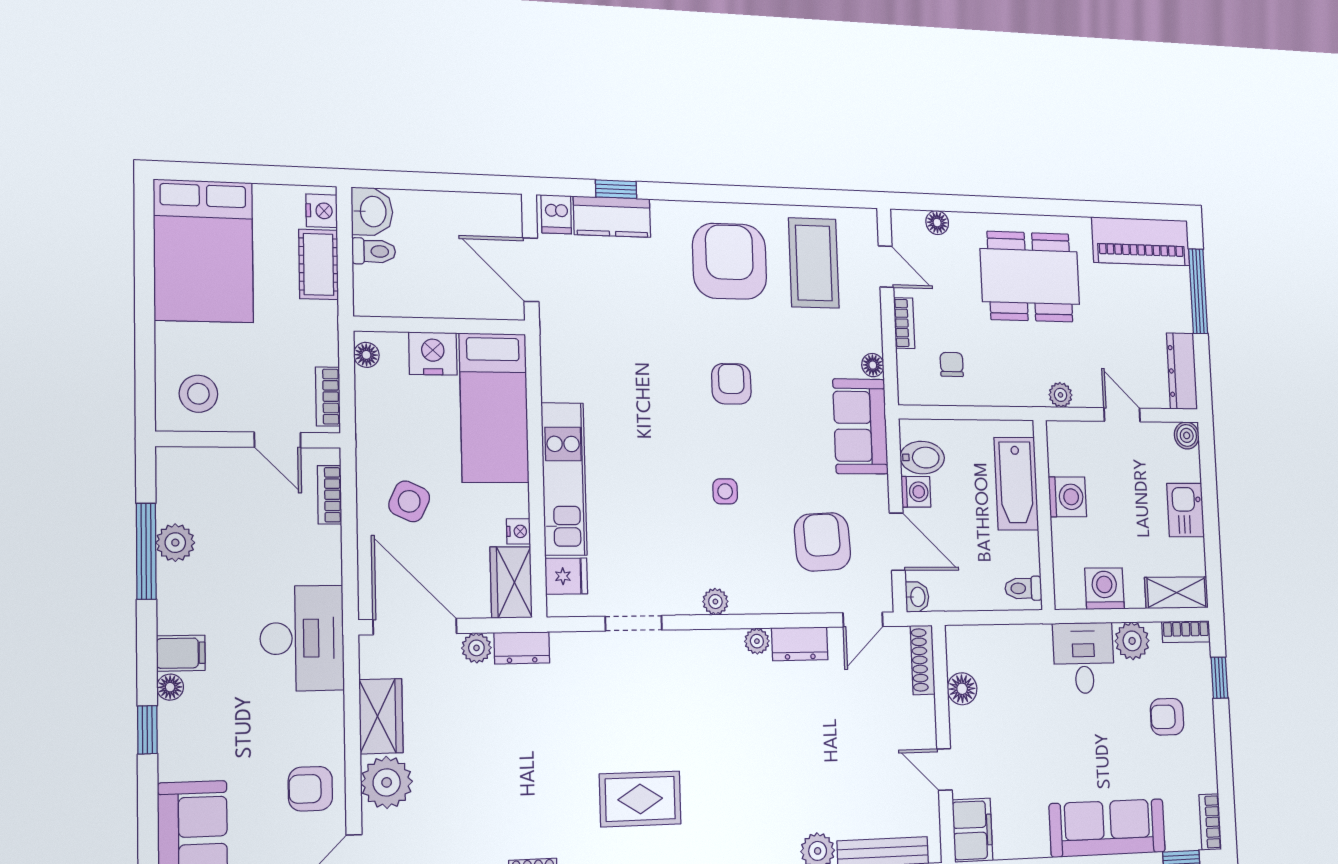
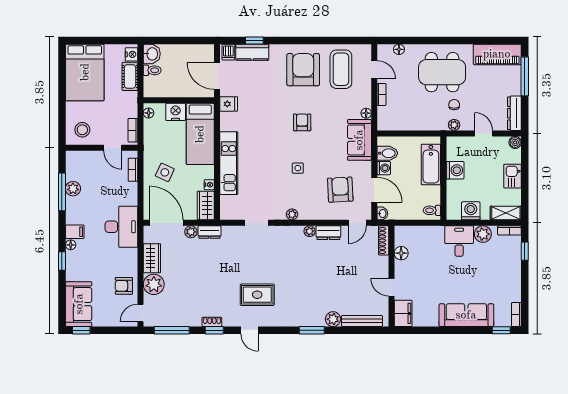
chair: (952, 364) -> (454, 105), moved
fridge: (566, 576) -> (229, 104), moved
armchair: (1167, 717) -> (498, 268), removed

